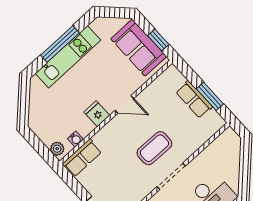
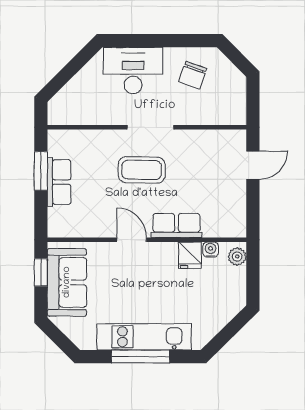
fridge: (97, 114) -> (190, 255), moved
row of seats: (82, 158) -> (176, 225), moved

